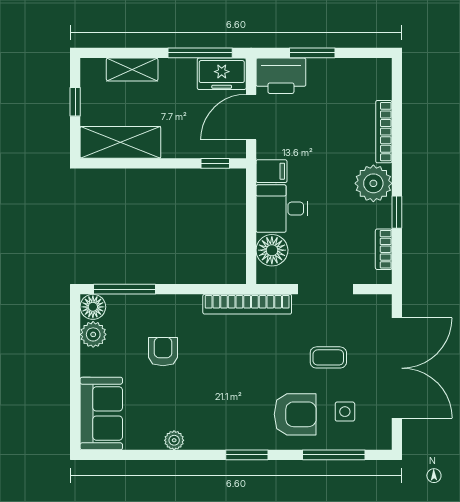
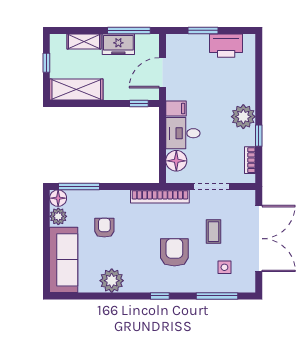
freezer: (222, 74) -> (118, 44), moved
printer: (281, 76) -> (226, 46), moved
bookcase: (384, 132) -> (250, 82), removed
coffee table: (328, 357) -> (214, 232), turned 90
sofa: (101, 413) -> (64, 260), width x1.36
armchair: (295, 414) -> (174, 252), moved, turned -90
plant: (174, 440) -> (112, 281), width x1.88, depth x1.88
window: (247, 455) -> (160, 296), width x0.67

